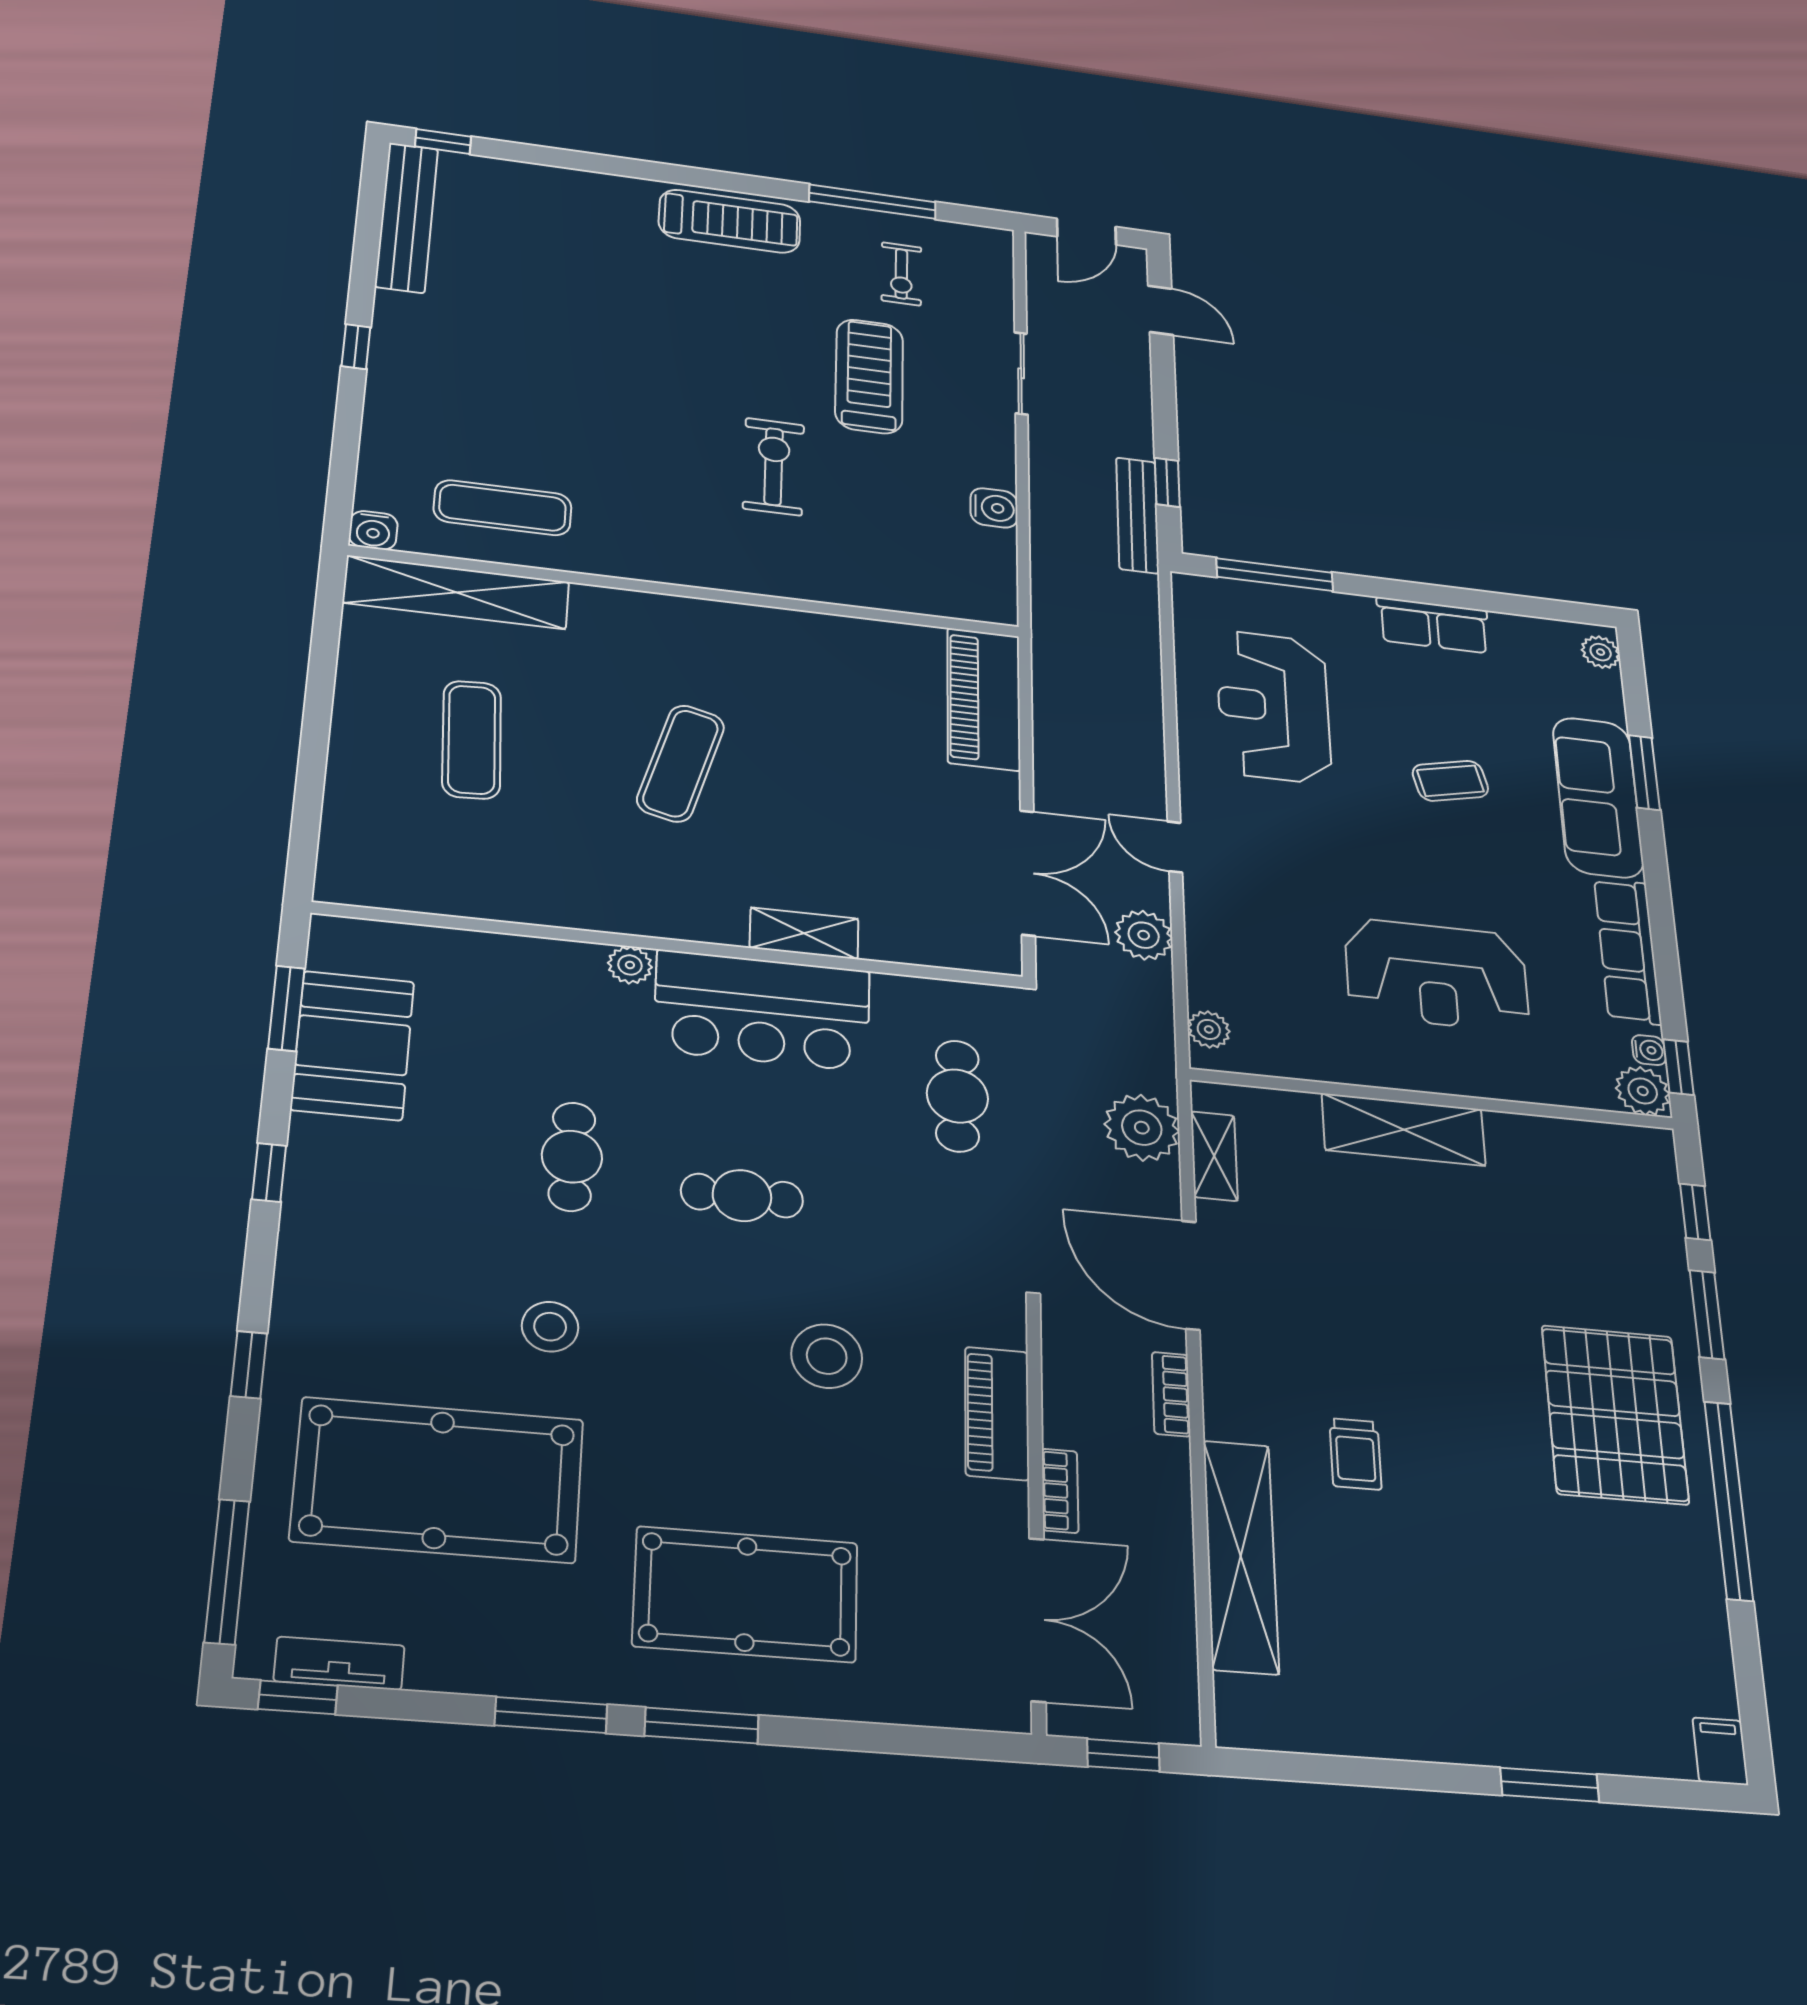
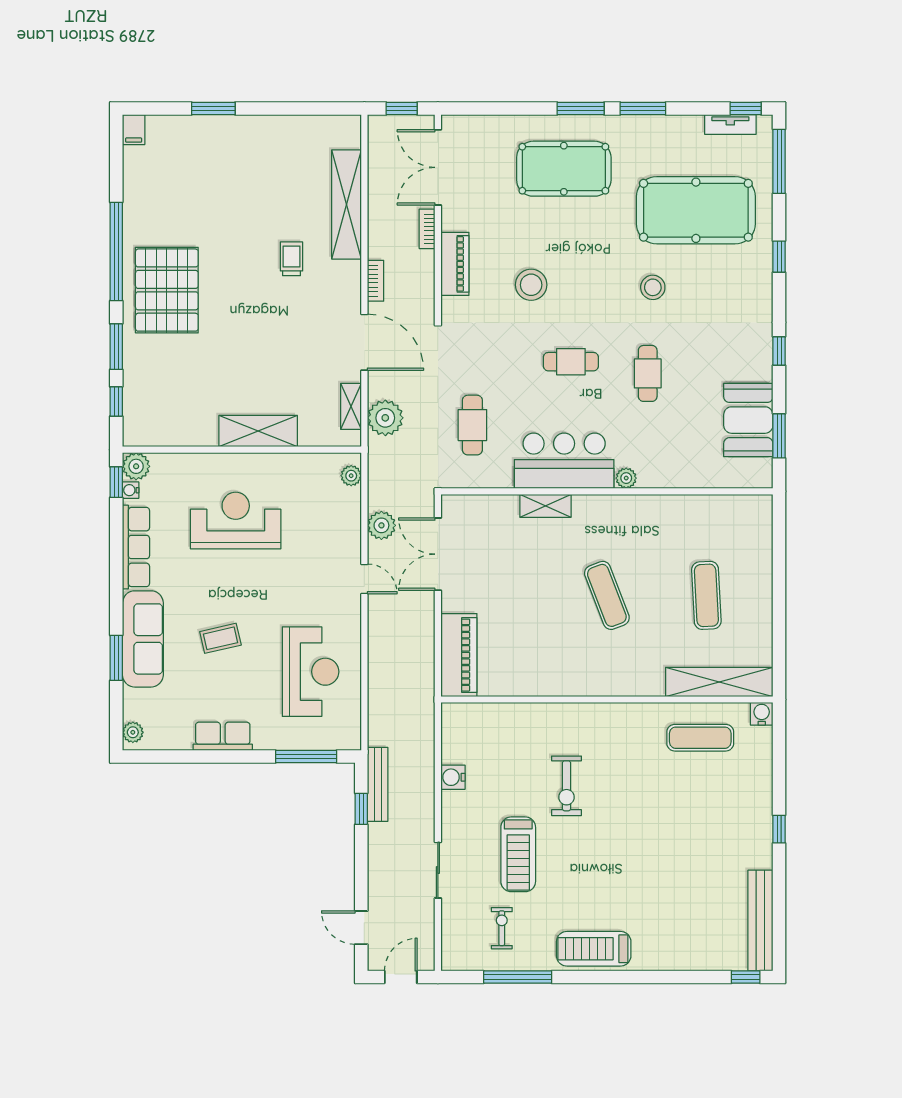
exercise mat: (681, 763) -> (607, 595), turned -36

